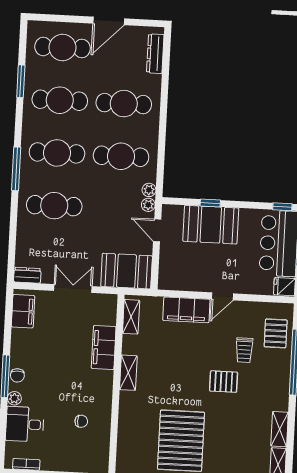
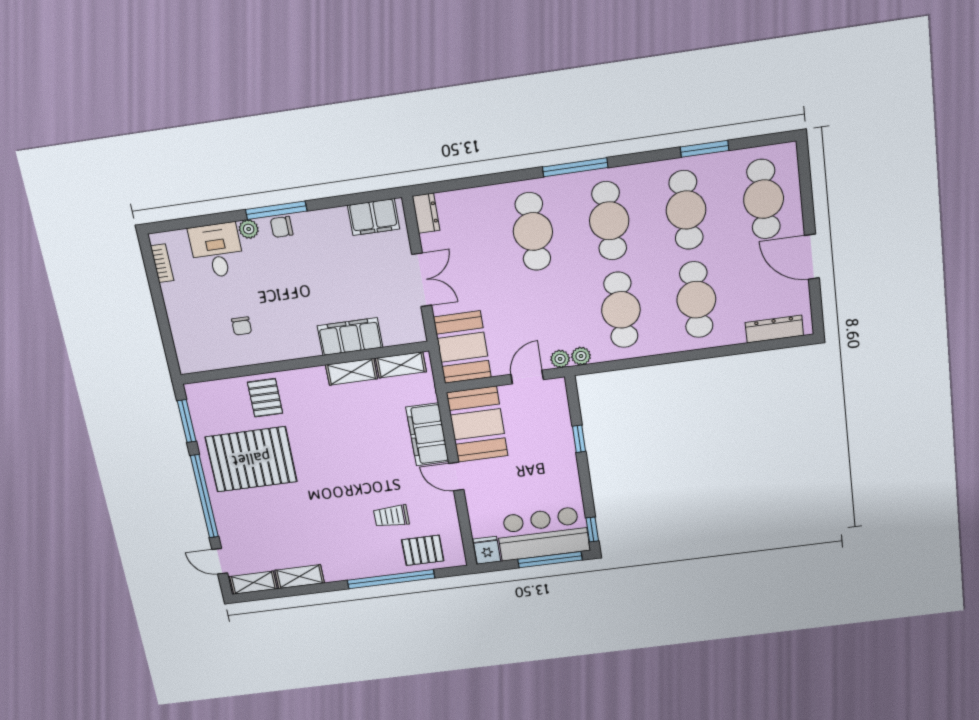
booth: (211, 225) -> (477, 424), moved
shelving: (128, 373) -> (351, 372), moved
pallet: (224, 382) -> (265, 398), moved

